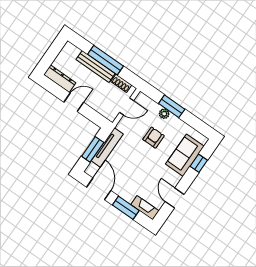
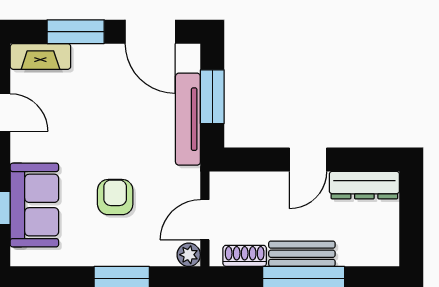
bench: (96, 66) -> (302, 254), width x0.73
plant: (164, 114) -> (189, 255), moved
armchair: (153, 138) -> (115, 197), turned 180

